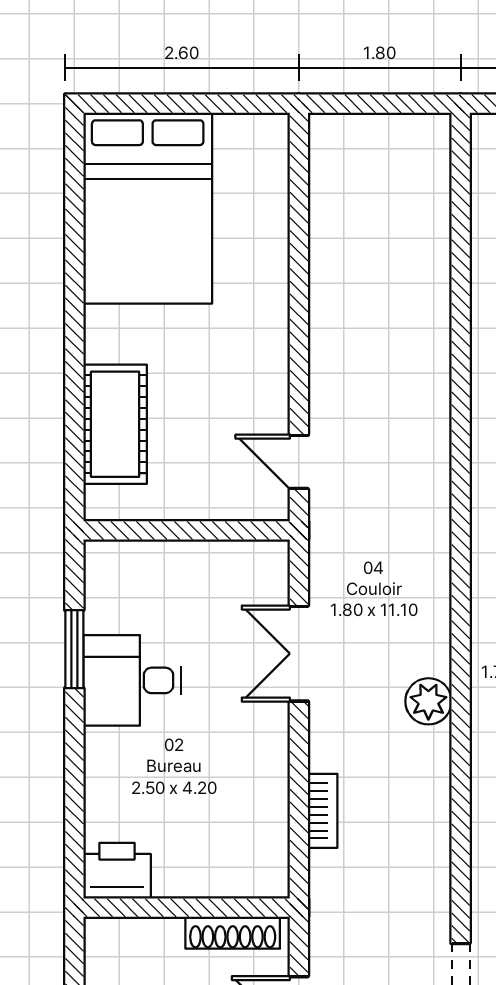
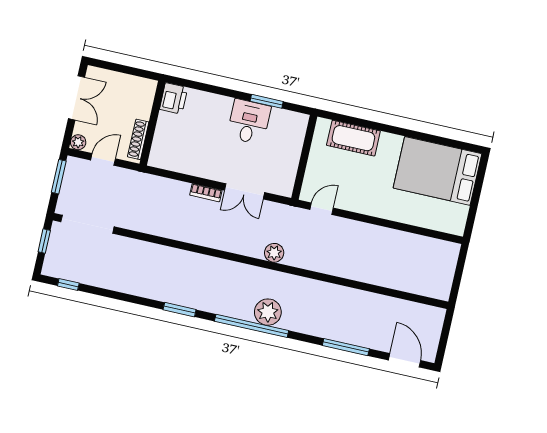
double door: (299, 654) -> (245, 191), swing flipped
plant: (428, 701) -> (274, 253), moved
bookcase: (323, 811) -> (206, 193), moved

